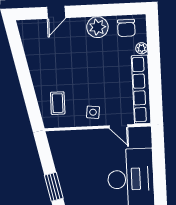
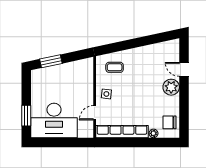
plant: (97, 27) -> (171, 87), moved

